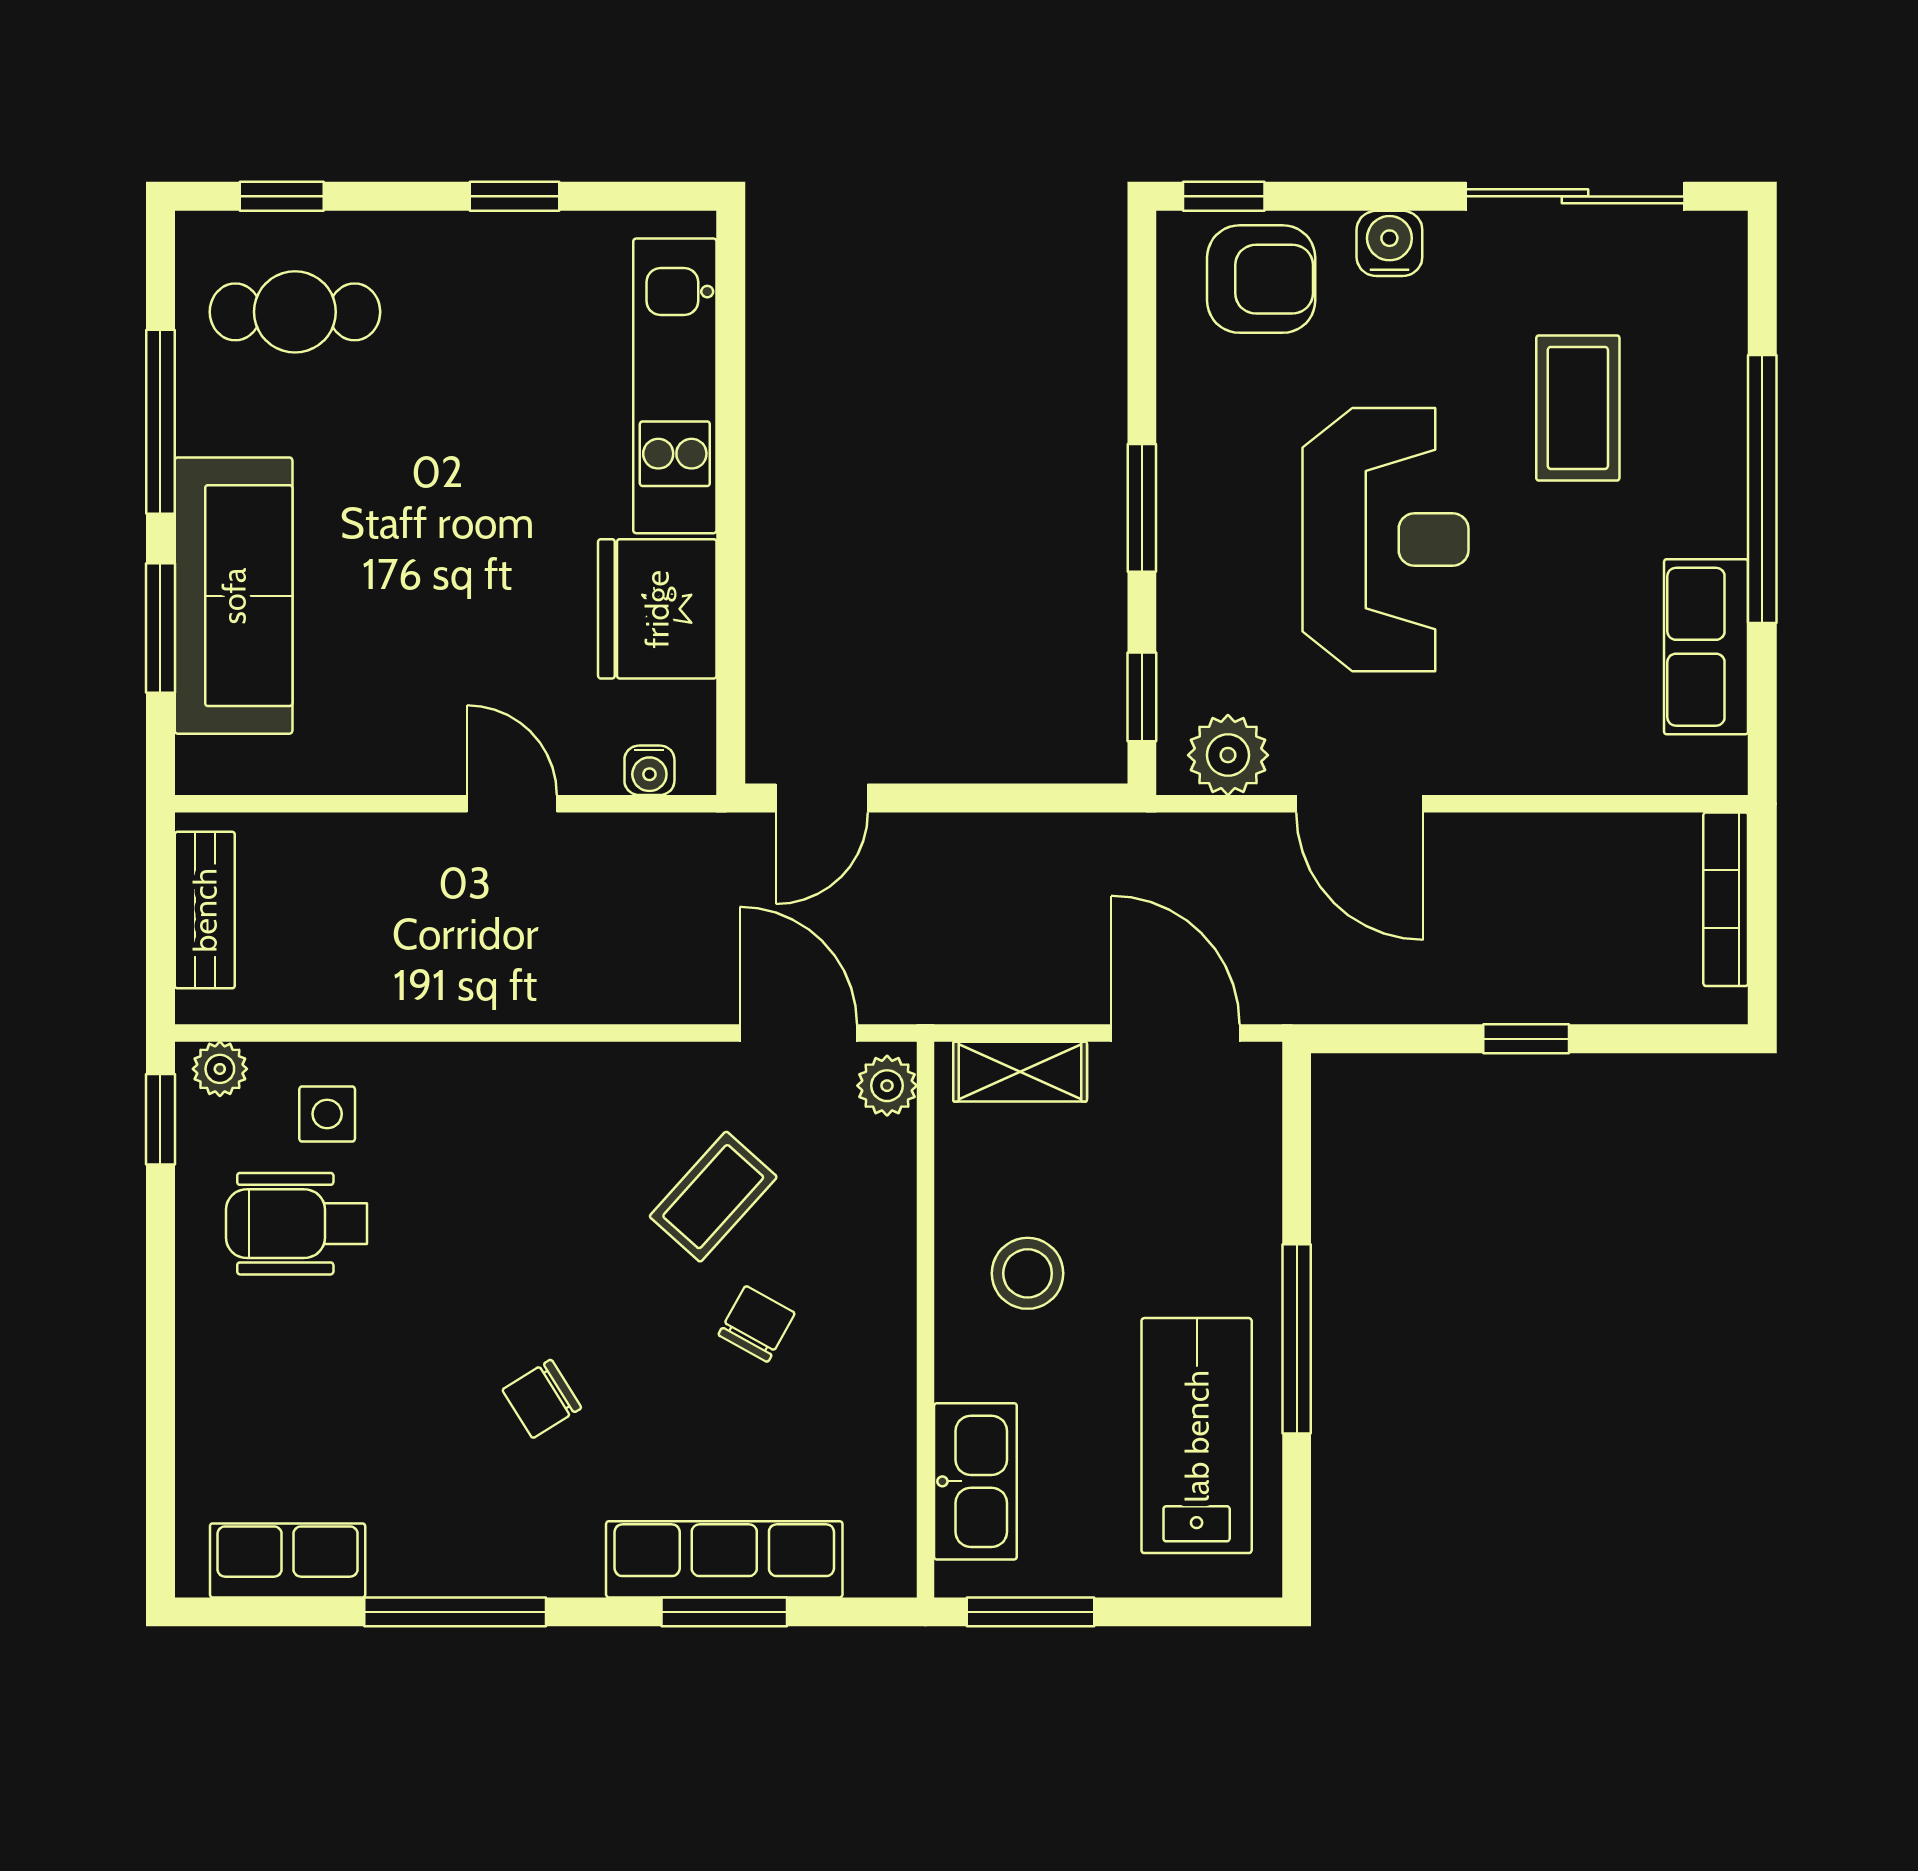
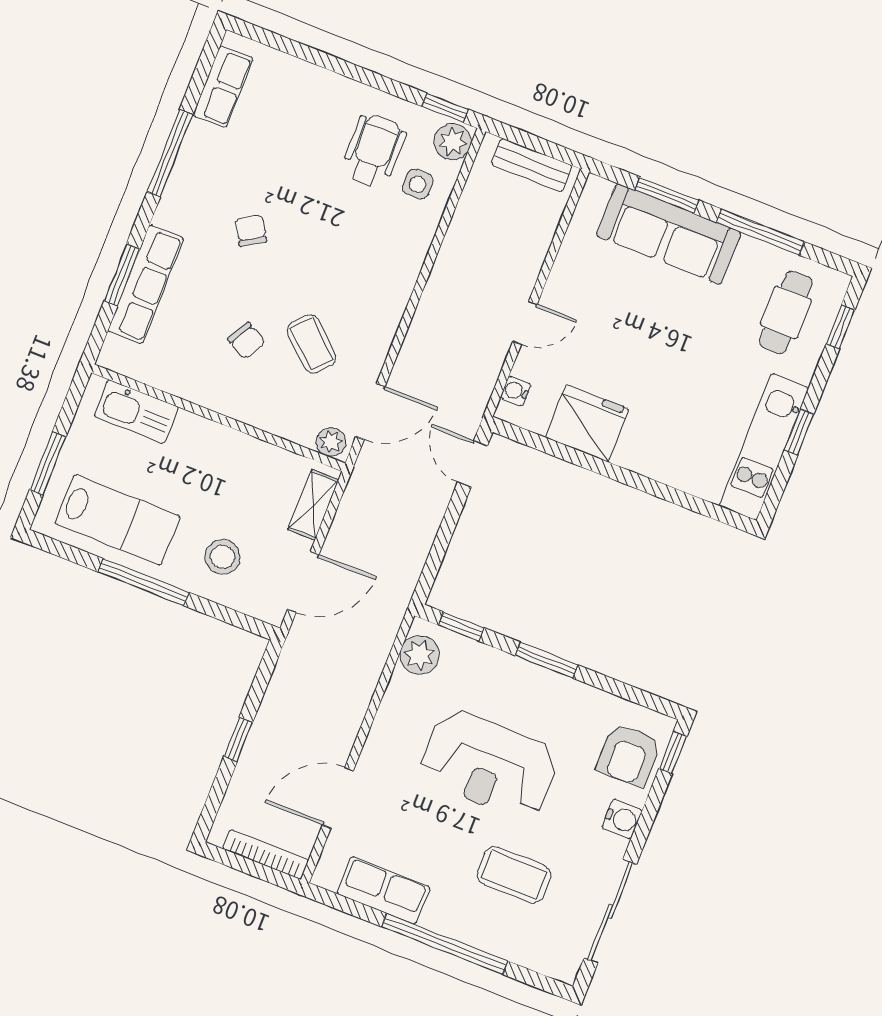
kitchen unit: (675, 386) -> (764, 447), moved, turned -90
door: (1360, 804) -> (338, 798), moved
plant: (220, 1069) -> (453, 142), width x1.38, depth x1.38
stool: (1028, 1273) -> (223, 557), moved
window: (1031, 1612) -> (48, 463), moved

